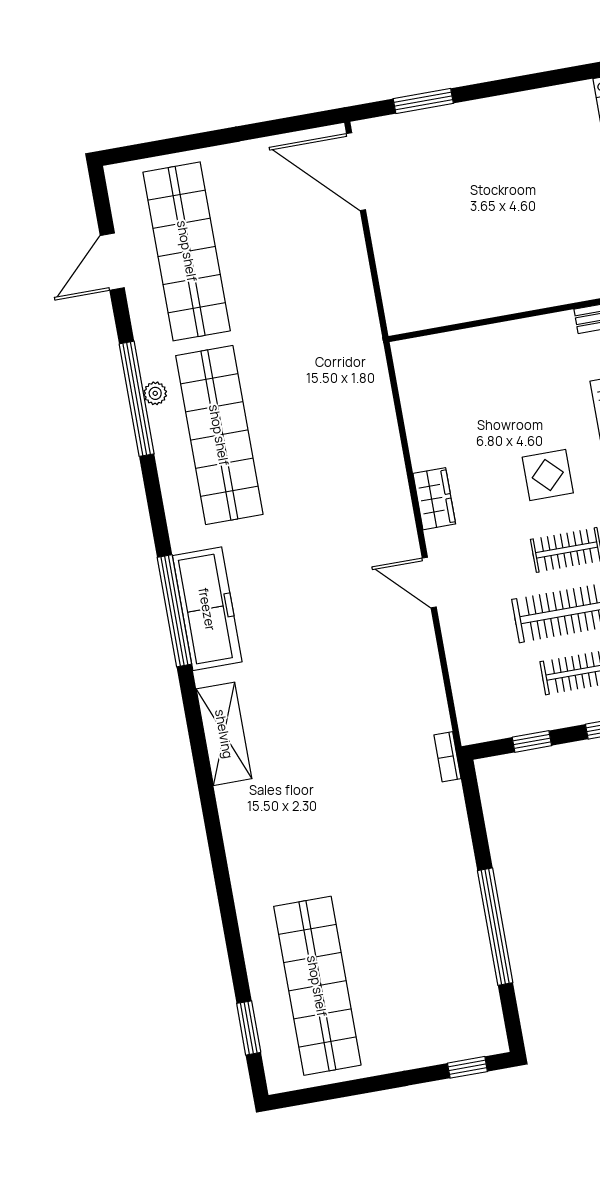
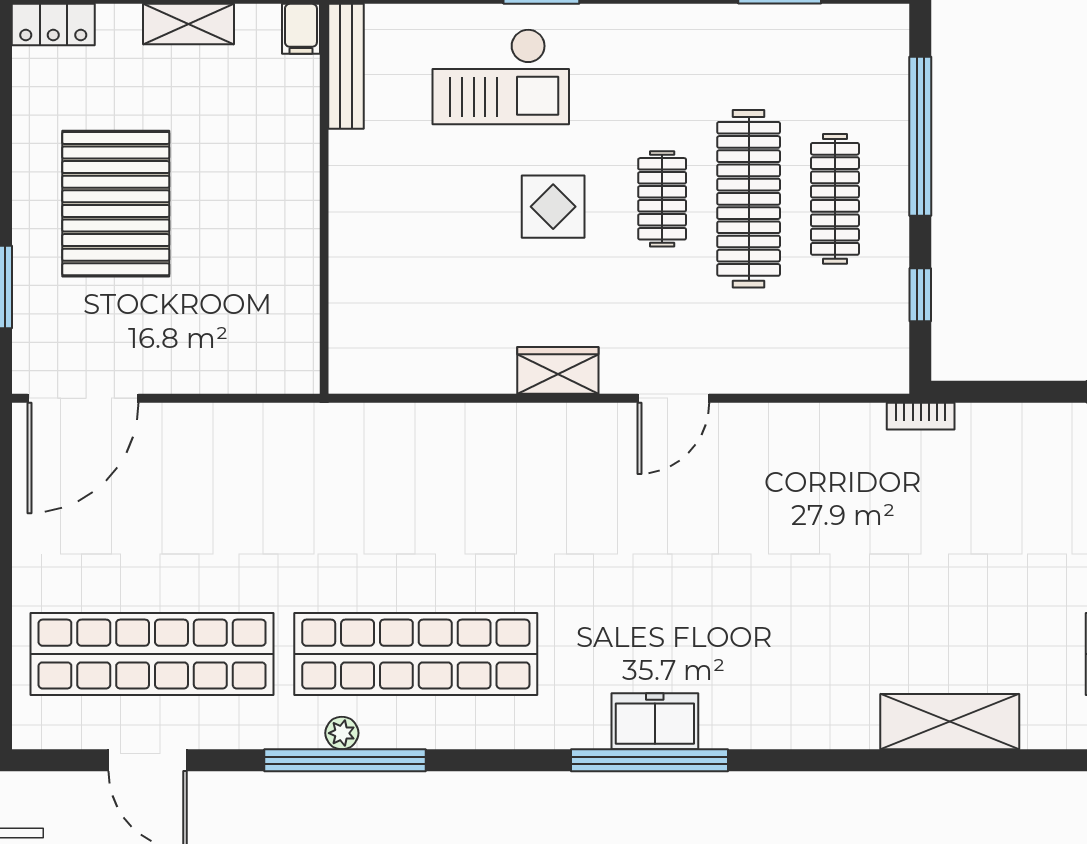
pallet: (496, 170) -> (116, 204), added
freezer: (207, 609) -> (655, 721), width x0.52, depth x0.79
shelving: (224, 734) -> (950, 722), moved

